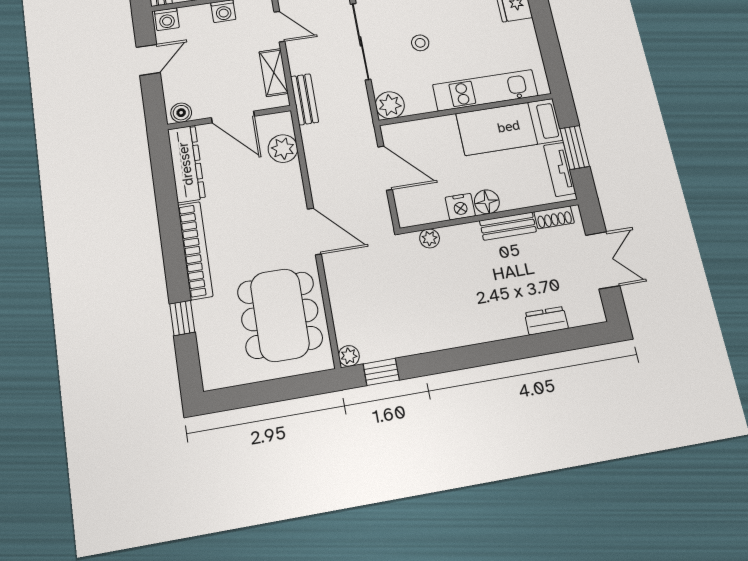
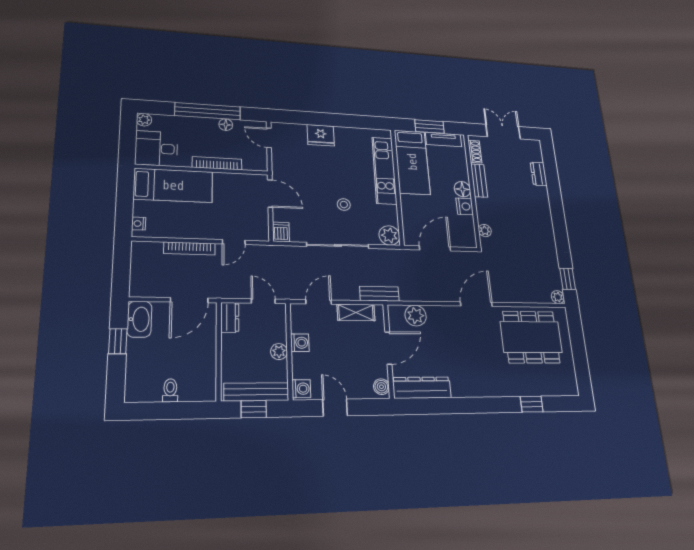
bookcase: (195, 250) -> (486, 389), removed

